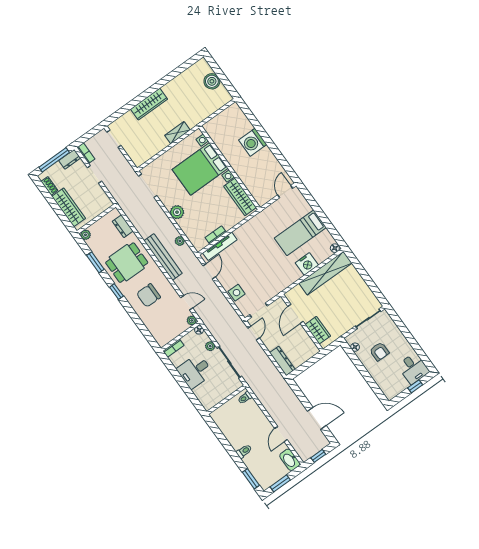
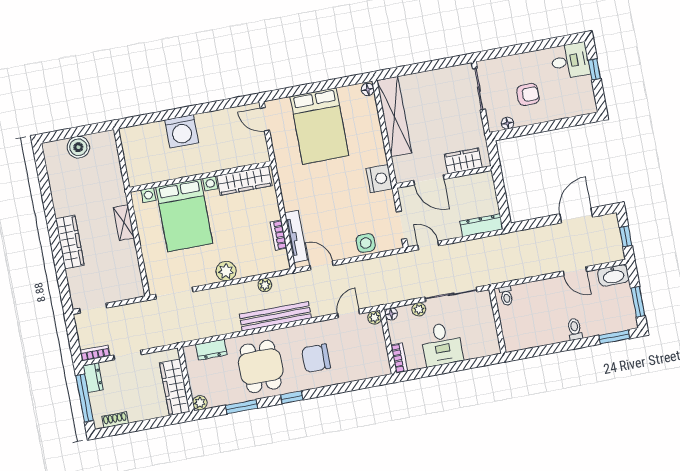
wardrobe: (69, 207) -> (175, 387), moved, turned -90
bed: (300, 233) -> (319, 126), width x1.50
nightstand: (307, 264) -> (379, 179), moved
chair: (149, 295) -> (316, 358), turned 90

